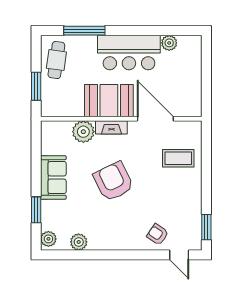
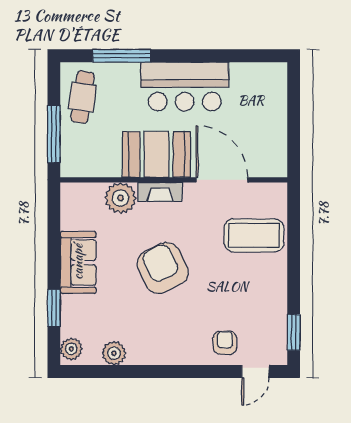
plant: (169, 43) -> (241, 73), removed
window: (36, 86) -> (54, 134), width x1.44
coffee table: (178, 158) -> (254, 235), width x1.36, depth x1.32
armchair: (158, 234) -> (225, 343), turned 56
door: (179, 255) -> (255, 371), hinge flipped

